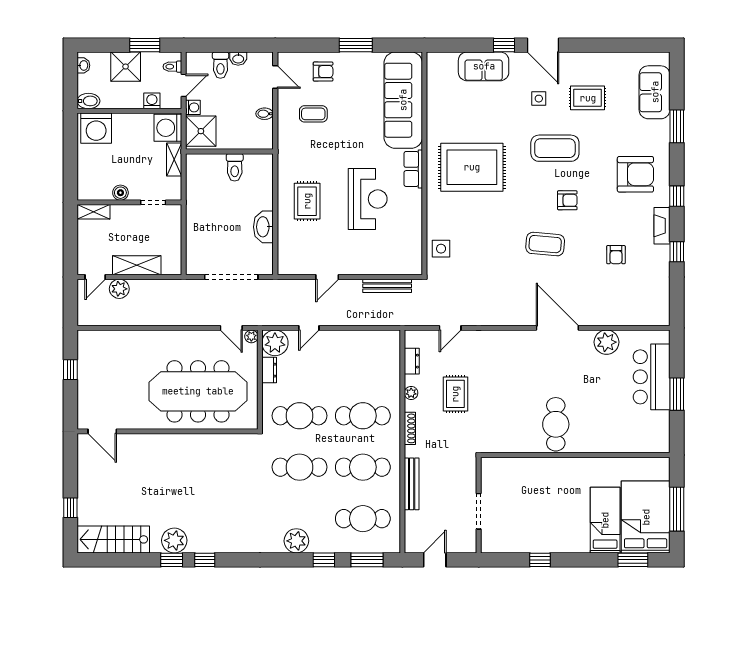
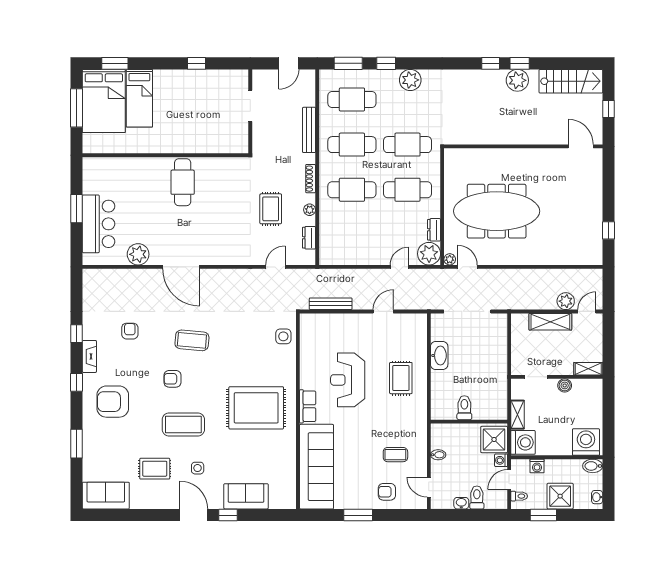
sofa: (655, 92) -> (106, 496), moved, turned -90
door: (102, 431) -> (581, 146), moved
wall: (168, 431) -> (523, 146), moved

